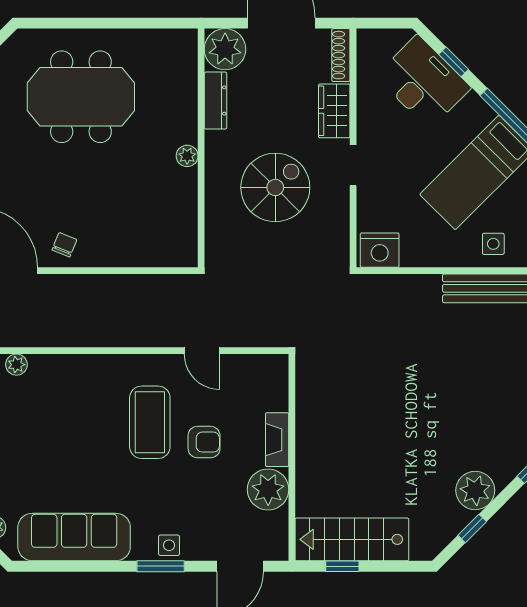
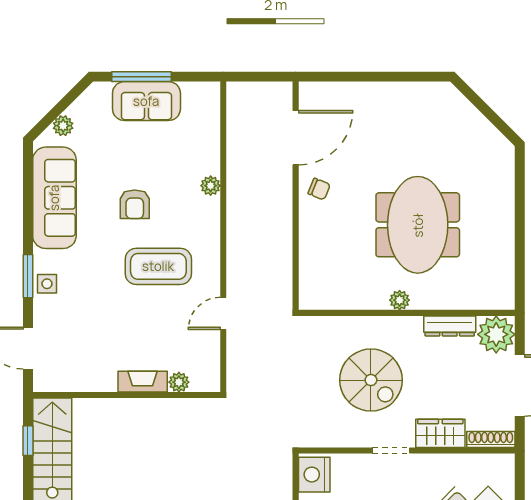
meeting table: (81, 97) -> (418, 225), moved
plant: (16, 365) -> (211, 186), moved
armchair: (204, 442) -> (135, 204), moved
plant: (268, 489) -> (179, 382), moved, width x0.53, depth x0.53

